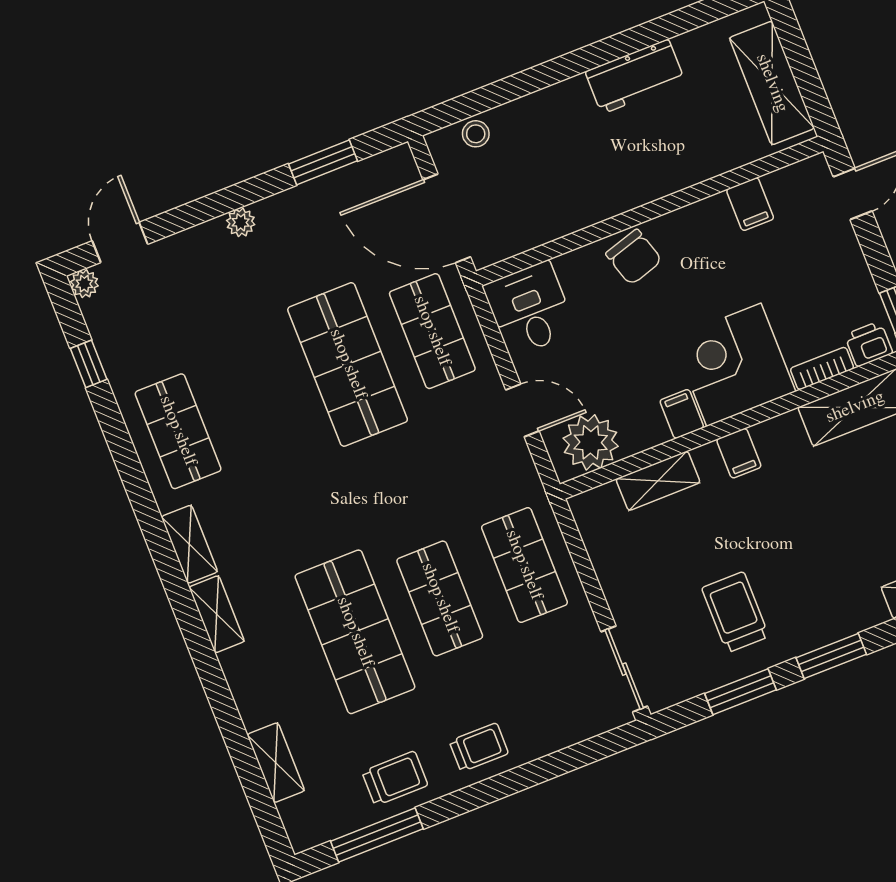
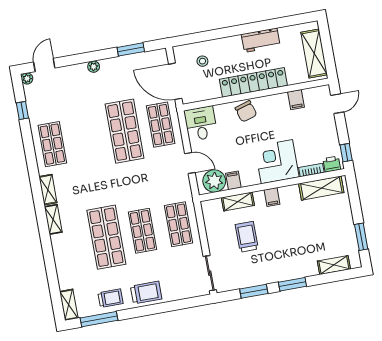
stool: (476, 134) -> (202, 61), moved
locker: (638, 183) -> (253, 82), added
filing cabinet: (682, 414) -> (233, 180), moved
trolley: (735, 612) -> (247, 237), moved
trolley: (479, 747) -> (146, 293), width x1.36, depth x1.39
shelving: (276, 763) -> (69, 305), moved

